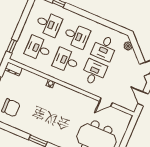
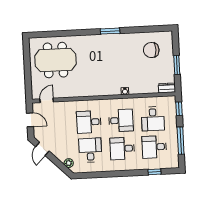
window: (24, 18) -> (181, 141), added
desk: (38, 49) -> (153, 119), turned 90
desk: (94, 72) -> (89, 122), turned 90
door: (106, 102) -> (47, 100), moved

